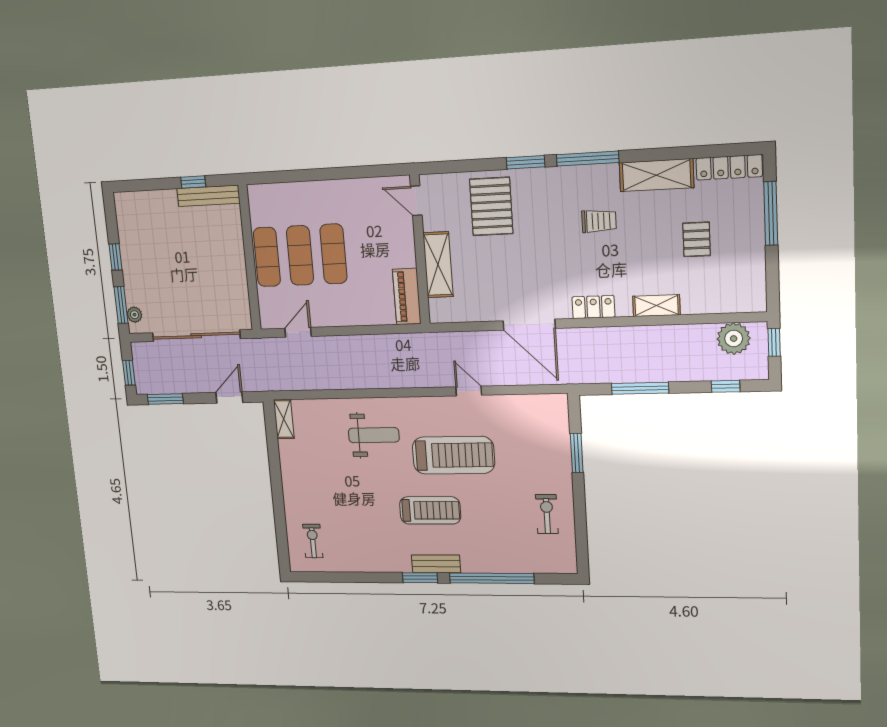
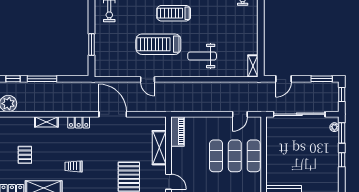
window: (640, 388) -> (42, 79), moved

